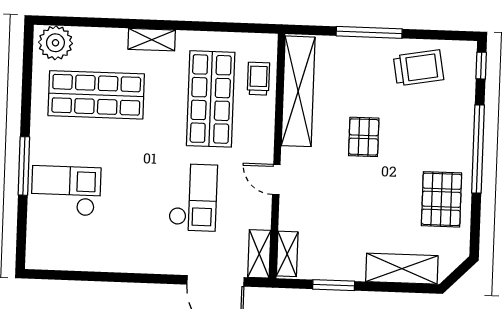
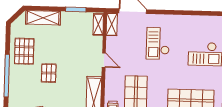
pallet: (364, 137) -> (49, 73), moved
checkout: (193, 197) -> (158, 43), moved

